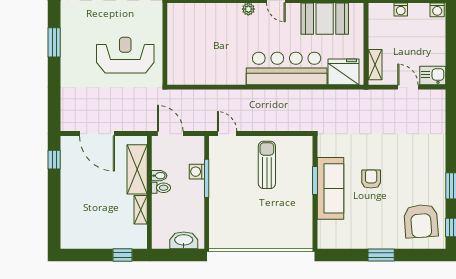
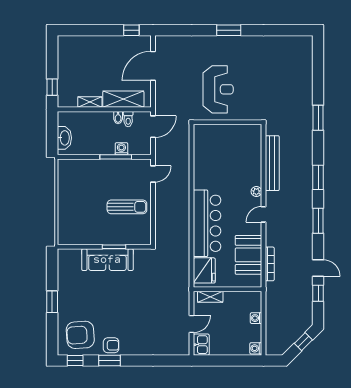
armchair: (371, 179) -> (111, 345), moved
toilet: (161, 188) -> (128, 119), moved

